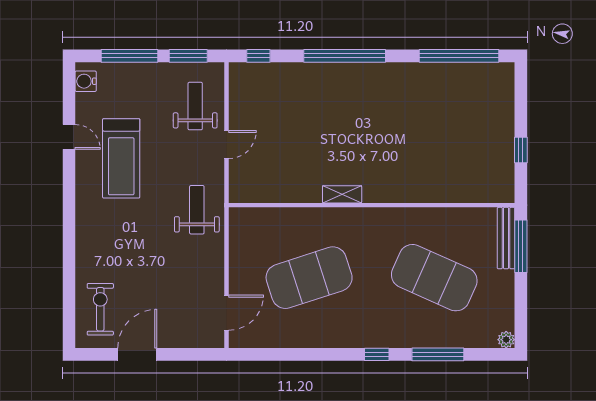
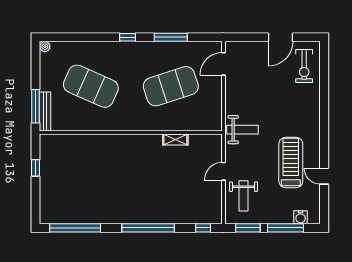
water cooler: (86, 81) -> (301, 217), moved, turned 90
shelving: (342, 194) -> (175, 139), moved
weight bench: (197, 210) -> (242, 130), turned -90
window: (438, 354) -> (171, 37), moved

